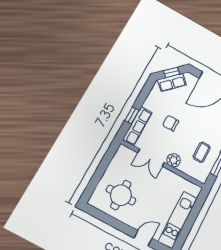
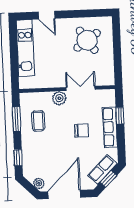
row of seats: (137, 126) -> (110, 127), moved
round table: (121, 195) -> (87, 40), turned -35
door: (143, 238) -> (47, 15), hinge flipped

